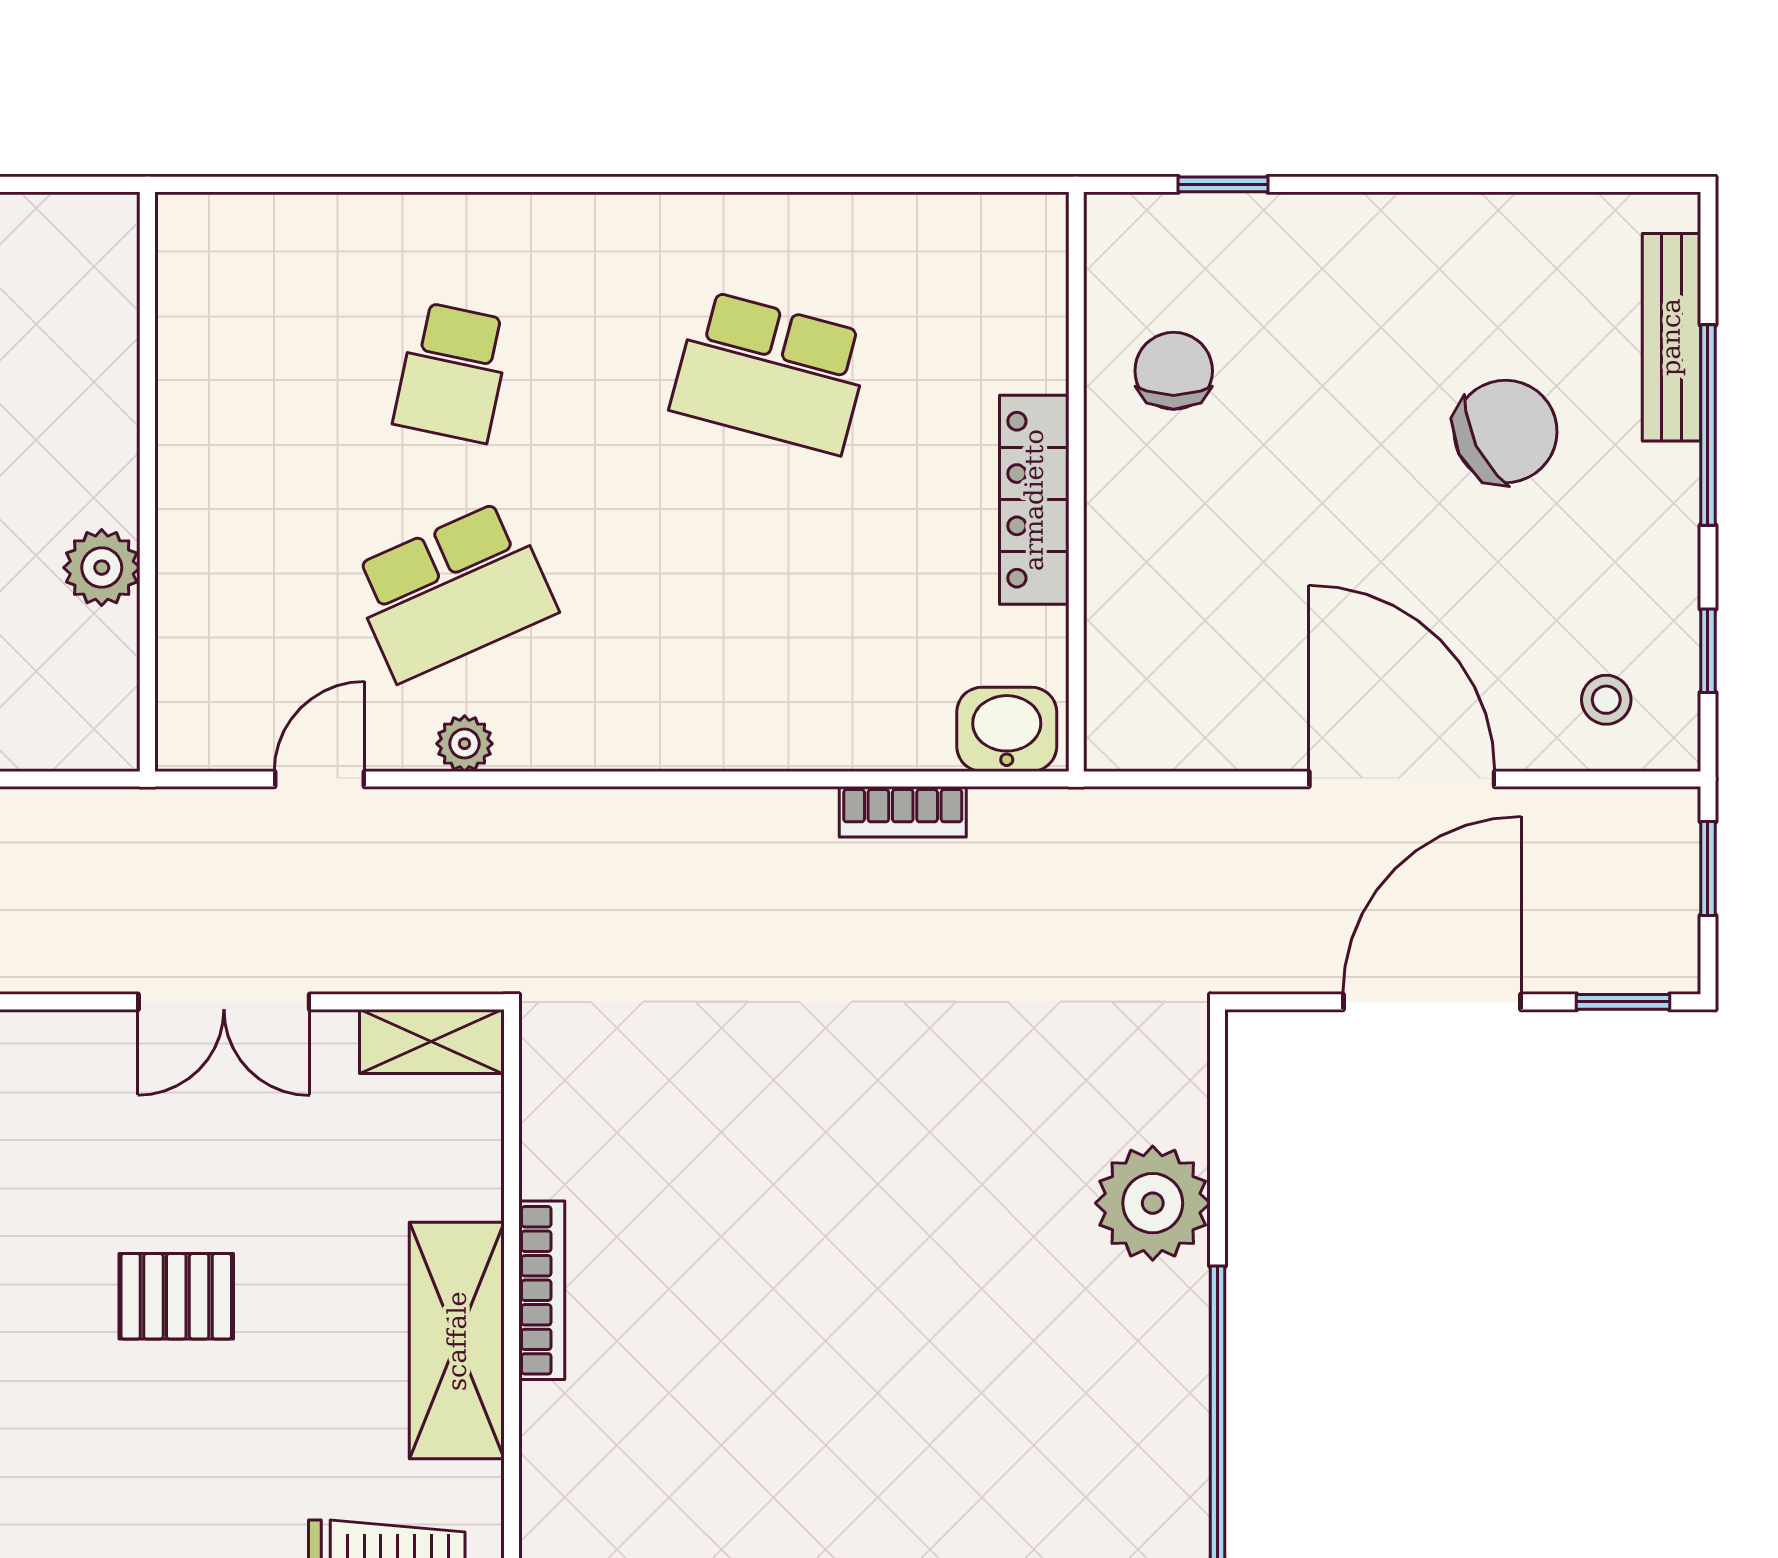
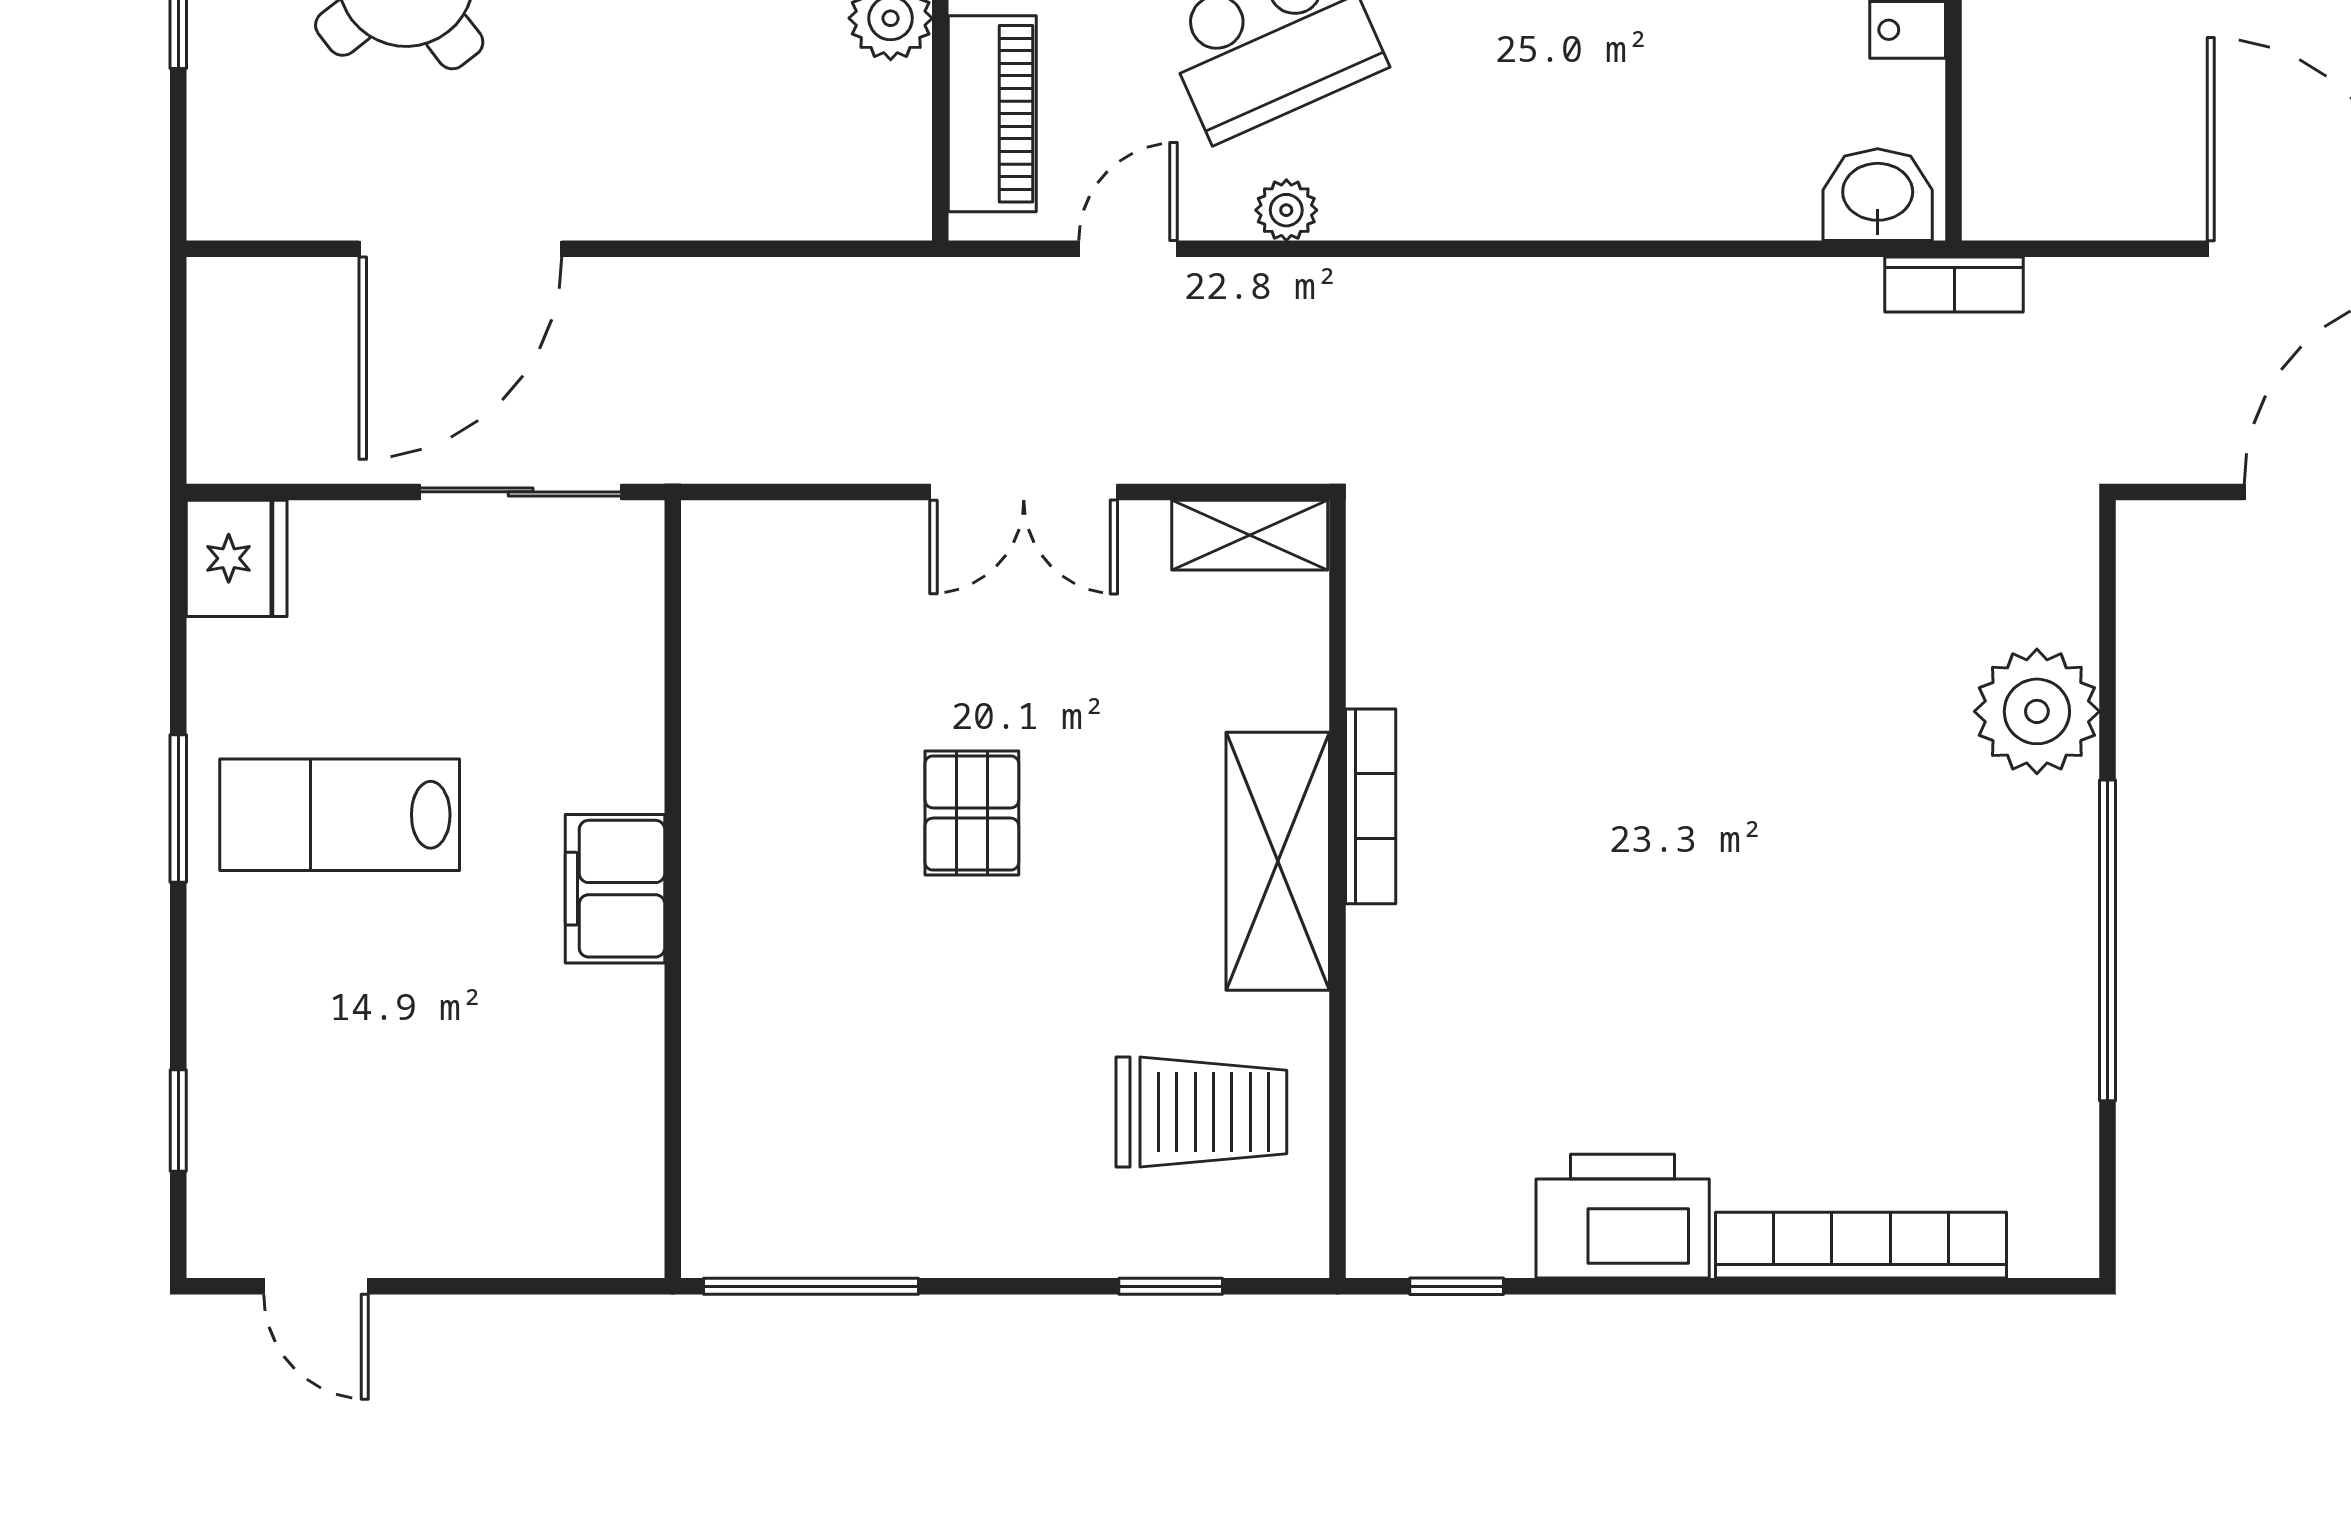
piano: (195, 655) -> (992, 114), added
bookcase: (903, 812) -> (1954, 285), moved
pallet: (176, 1296) -> (972, 813), turned 90

